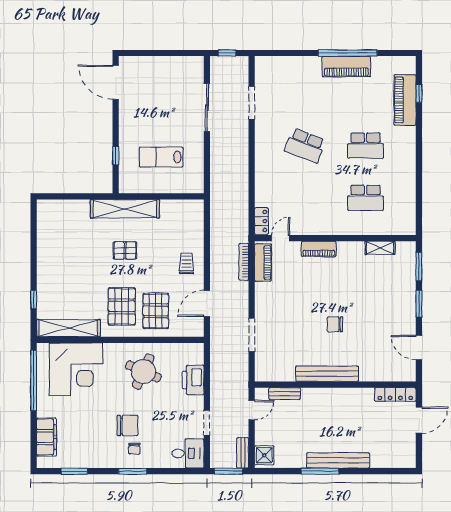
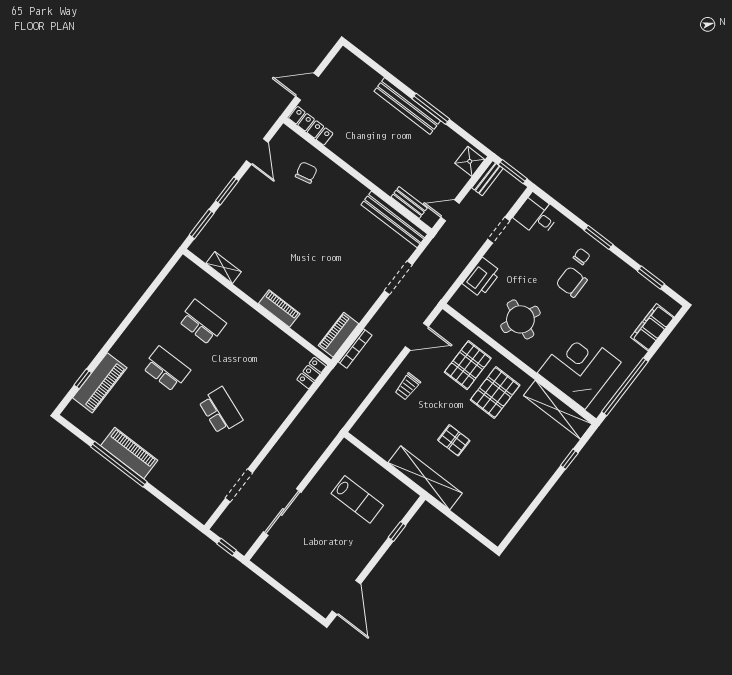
door: (281, 238) -> (306, 344), removed
chair: (335, 324) -> (306, 173), moved, turned -103
bench: (327, 374) -> (394, 219), moved

